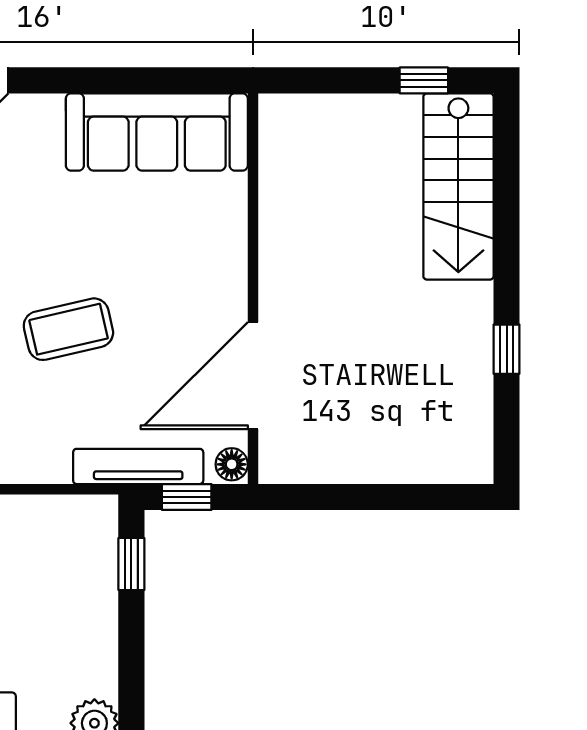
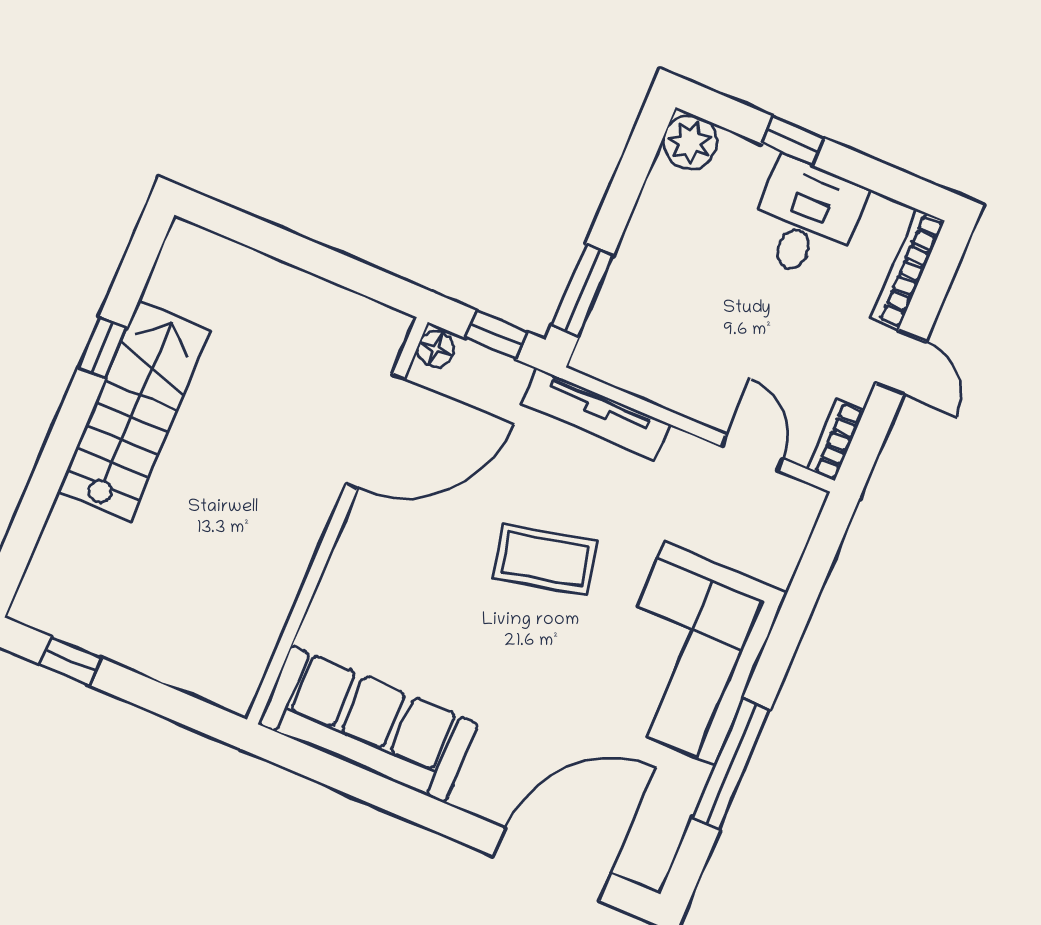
stairs: (458, 186) -> (134, 411), moved
tv unit: (138, 466) -> (595, 414), moved
window: (131, 564) -> (583, 290), width x1.50

